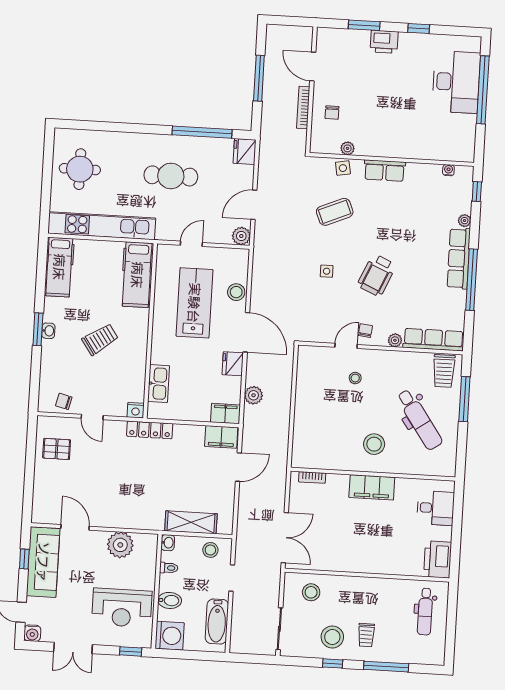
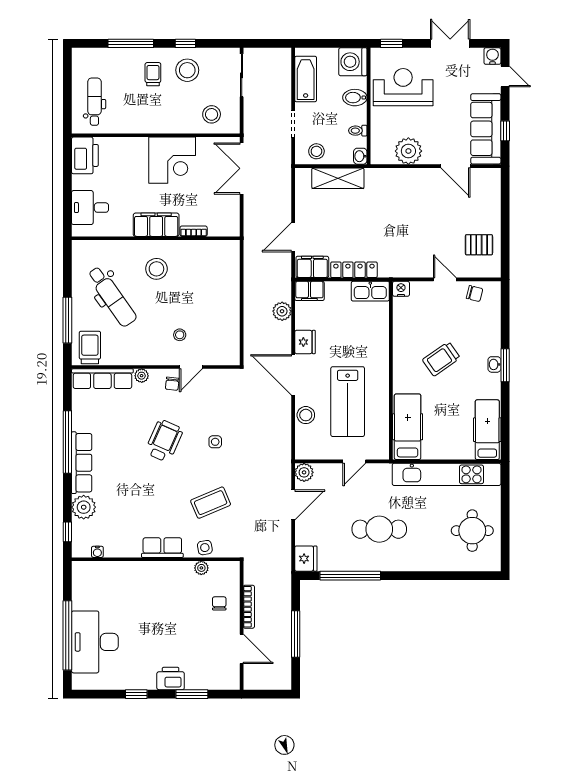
plant: (465, 221) -> (84, 507), width x1.88, depth x1.88
kitchen sink: (159, 384) -> (370, 291), moved, turned -90
dental chair: (419, 420) -> (112, 296), turned 180
locker: (150, 430) -> (354, 270), moved
bookcase: (312, 478) -> (194, 231), moved
corner desk: (352, 550) -> (172, 160), added

